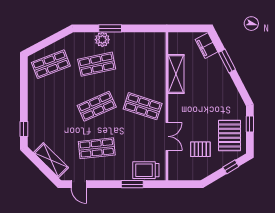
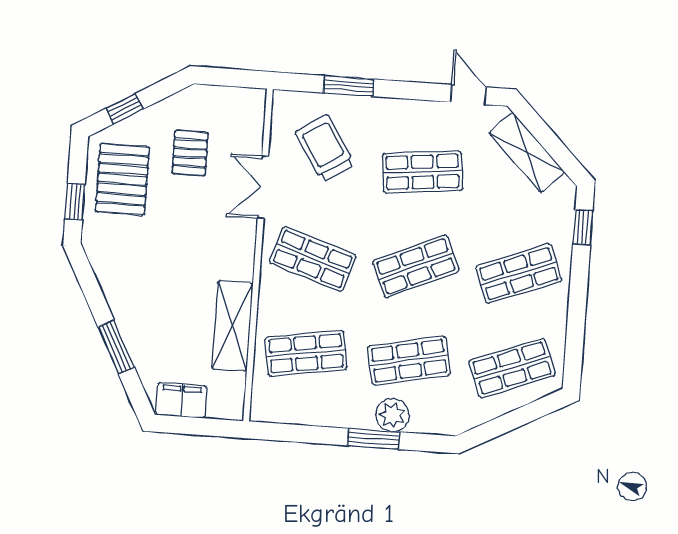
filing cabinet: (207, 46) -> (181, 400), moved, turned -63
shop shelf: (143, 64) -> (306, 353), added
shop shelf: (51, 106) -> (519, 274), added
pallet: (200, 149) -> (190, 153), turned 90
trolley: (146, 170) -> (325, 148), moved, turned -123

